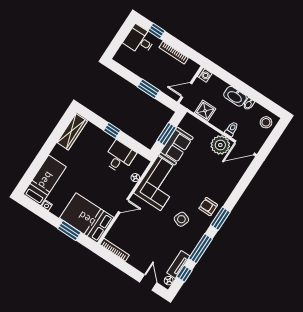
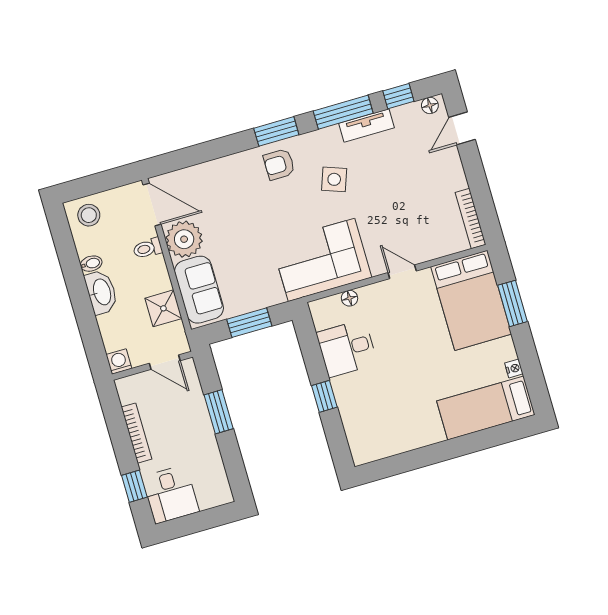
wardrobe: (72, 132) -> (385, 445), removed
sofa: (176, 146) -> (199, 290), moved, turned 90
armchair: (208, 207) -> (279, 164), turned 90
tv unit: (178, 264) -> (367, 125), moved

